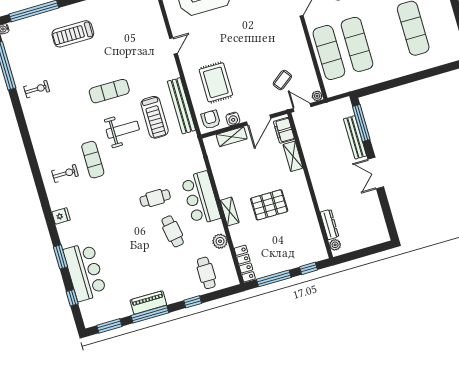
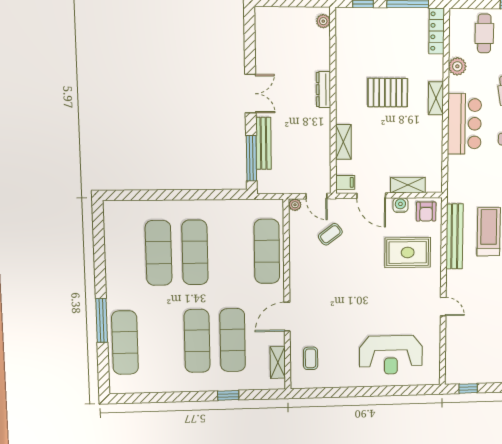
exercise mat: (357, 44) -> (195, 252), moved
door: (173, 46) -> (443, 307), swing flipped
rug: (216, 82) -> (408, 252), turned 90
door: (259, 120) -> (371, 196), swing flipped
filing cabinet: (284, 130) -> (345, 182), width x0.50
dresser: (329, 225) -> (323, 90), moved

